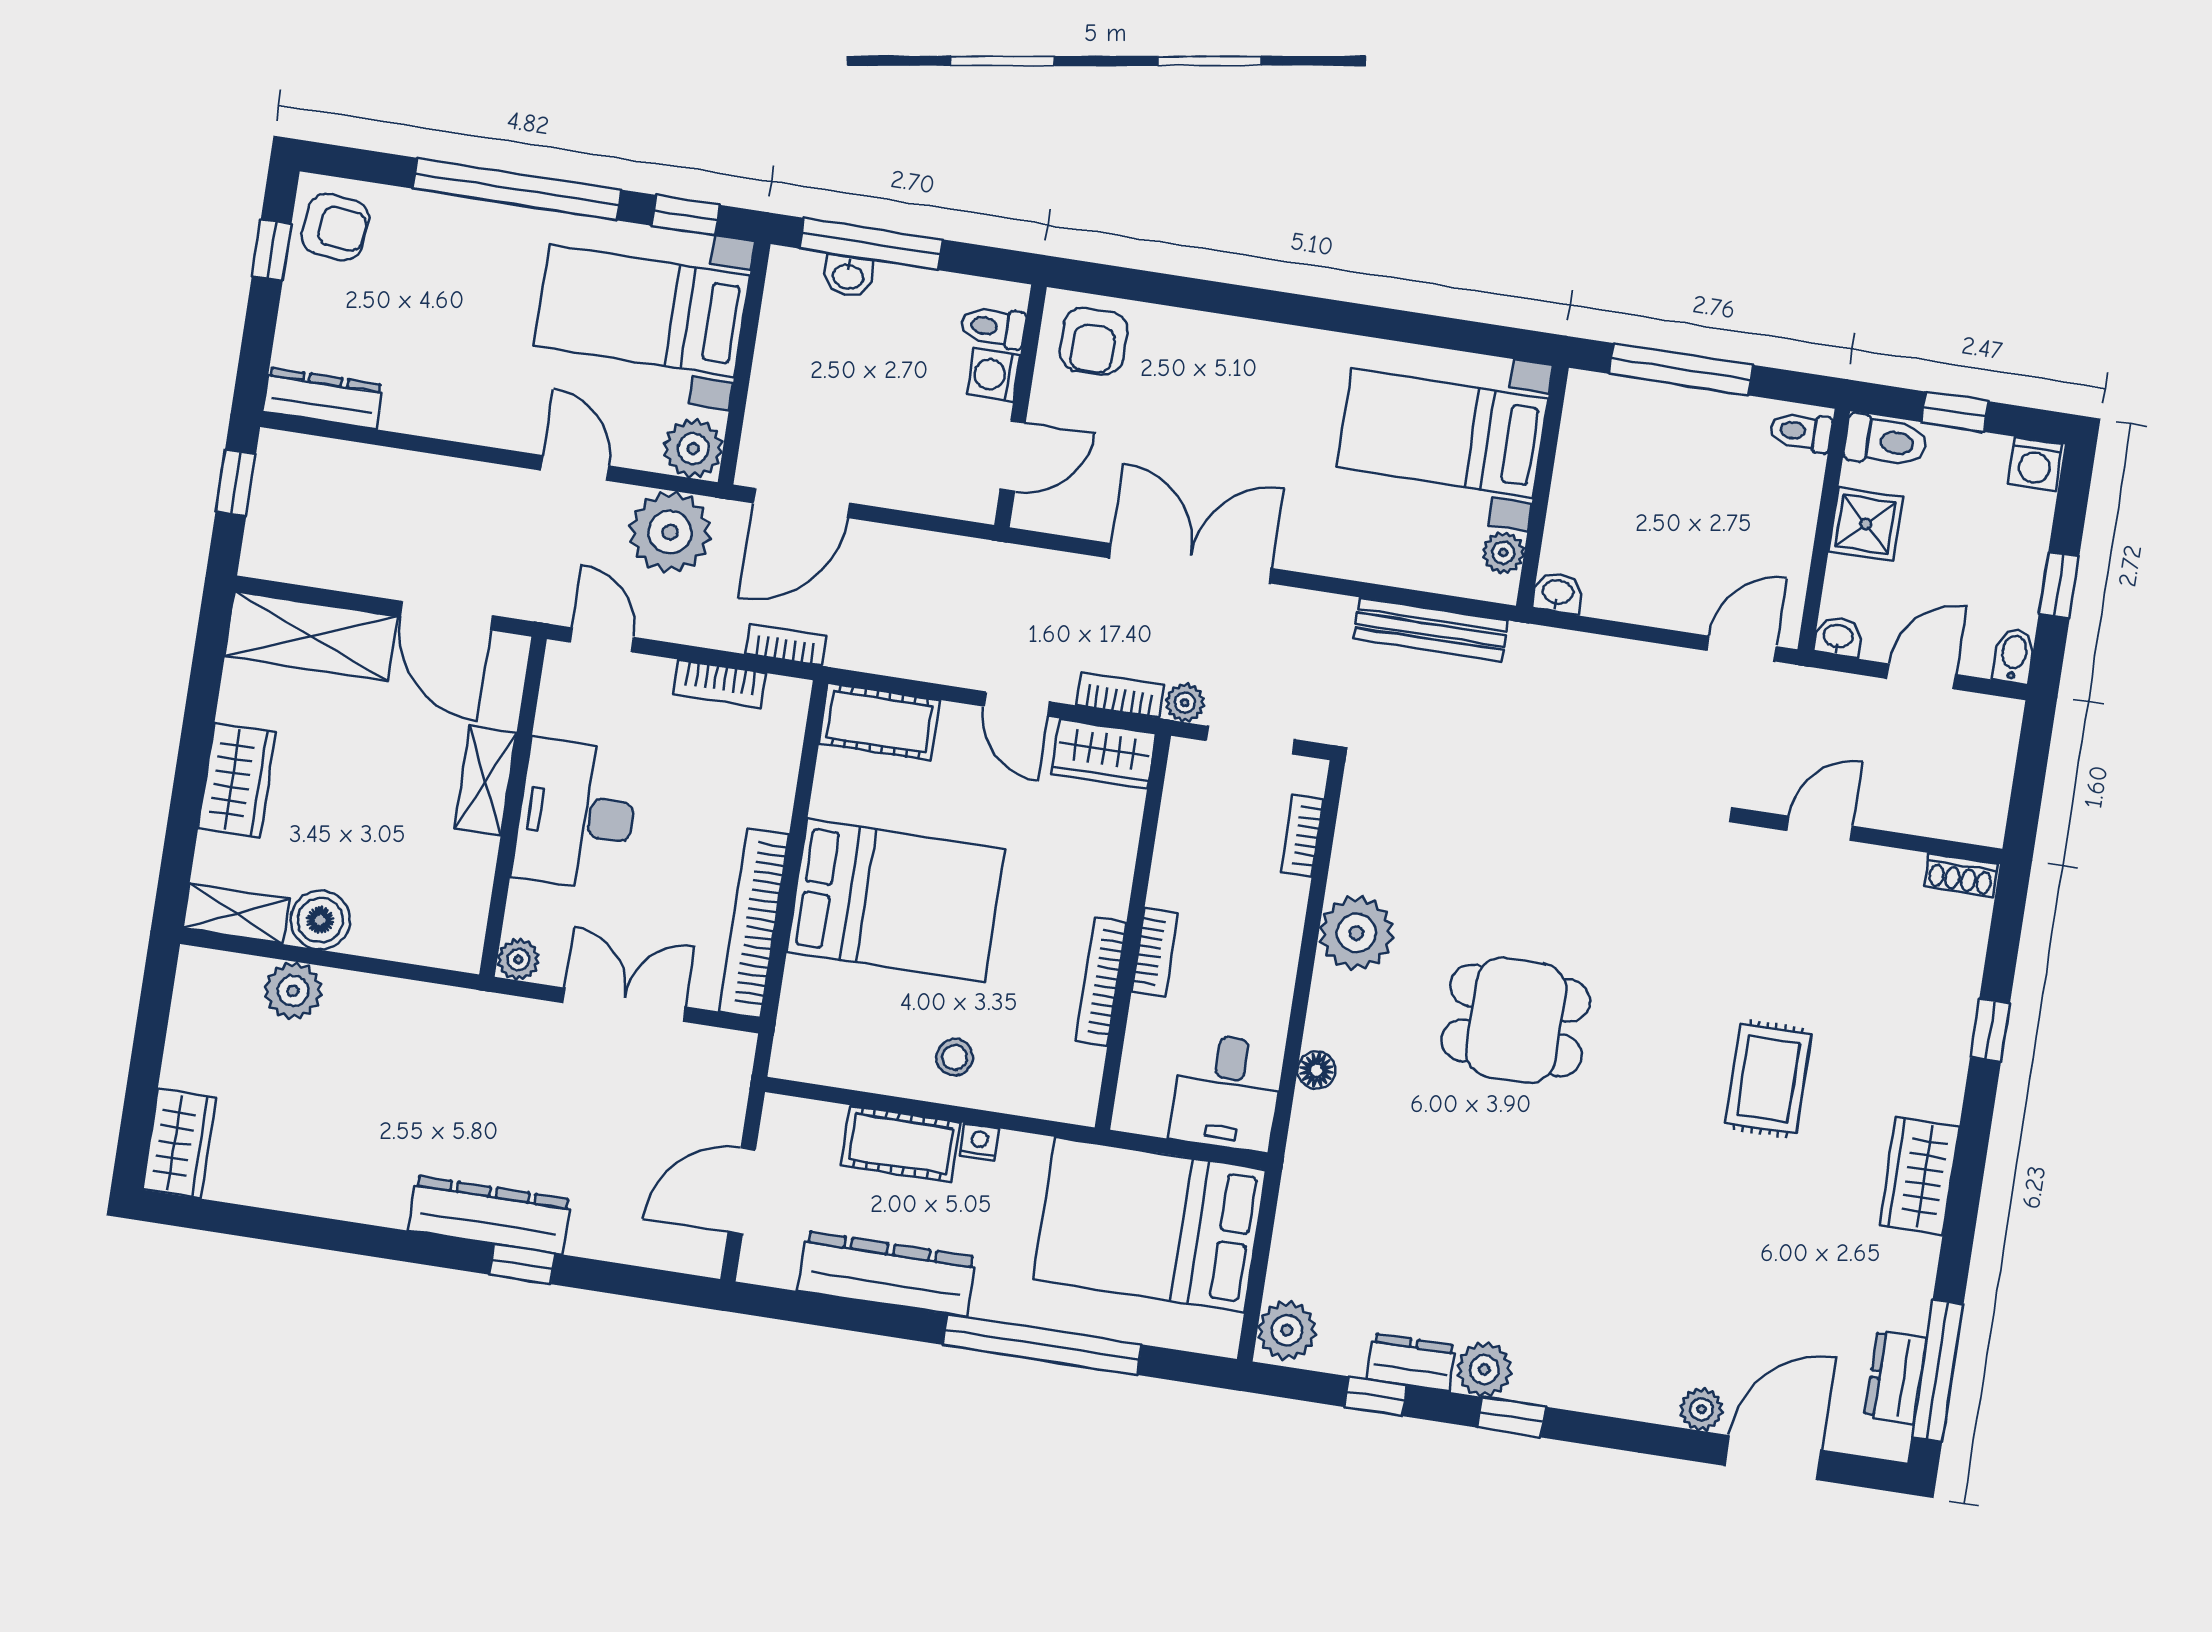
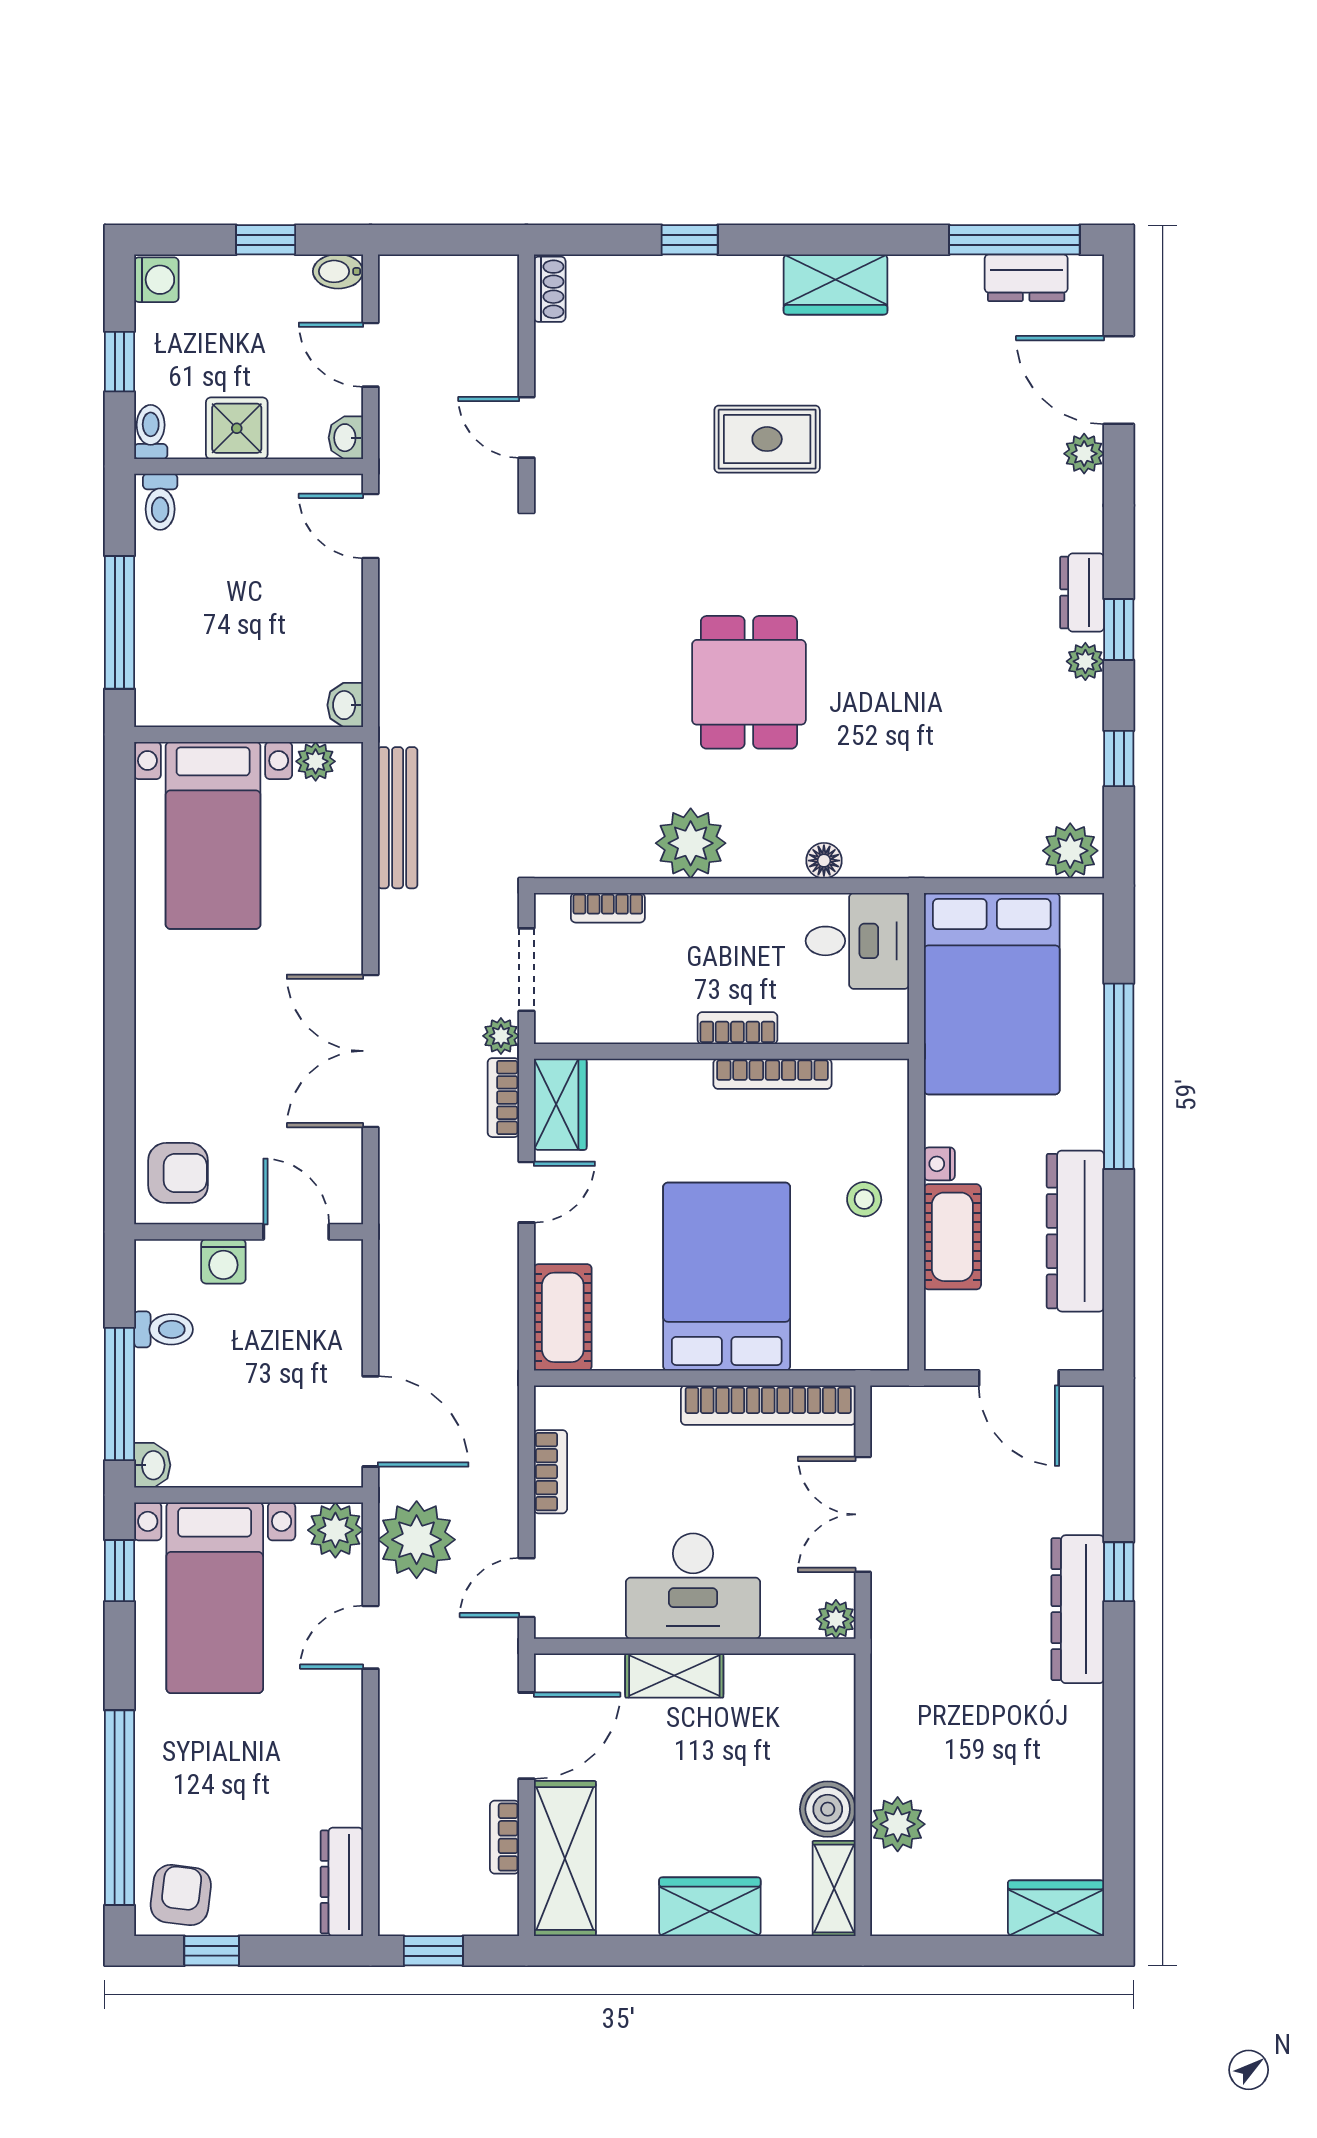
window: (517, 189) -> (119, 1808), moved
washbasin: (848, 276) -> (152, 1465), moved
toilet: (993, 327) -> (164, 1329), moved, turned -90
toilet: (1886, 441) -> (151, 432), width x0.73, depth x0.72
bookcase: (786, 645) -> (505, 1837), moved
dresser: (1411, 1362) -> (1082, 593), moved
plant: (1484, 1369) -> (1085, 661), width x0.73, depth x0.73

